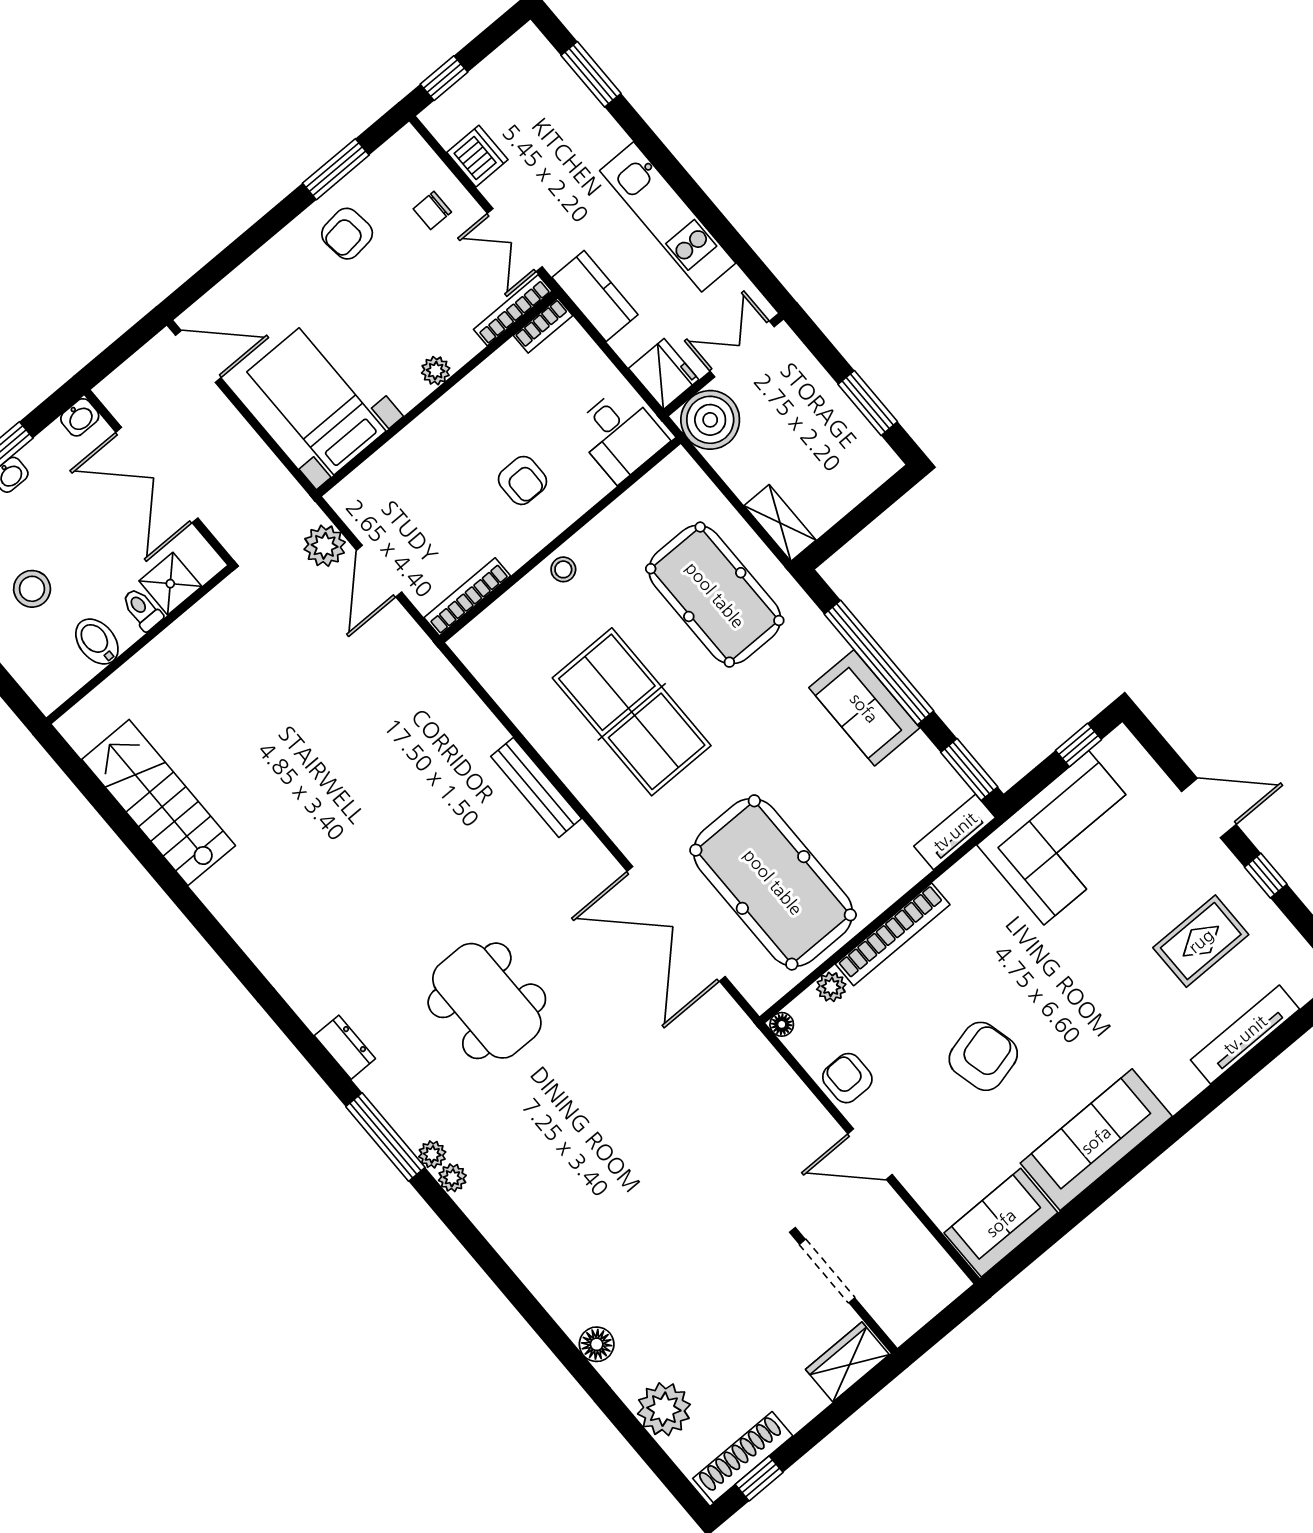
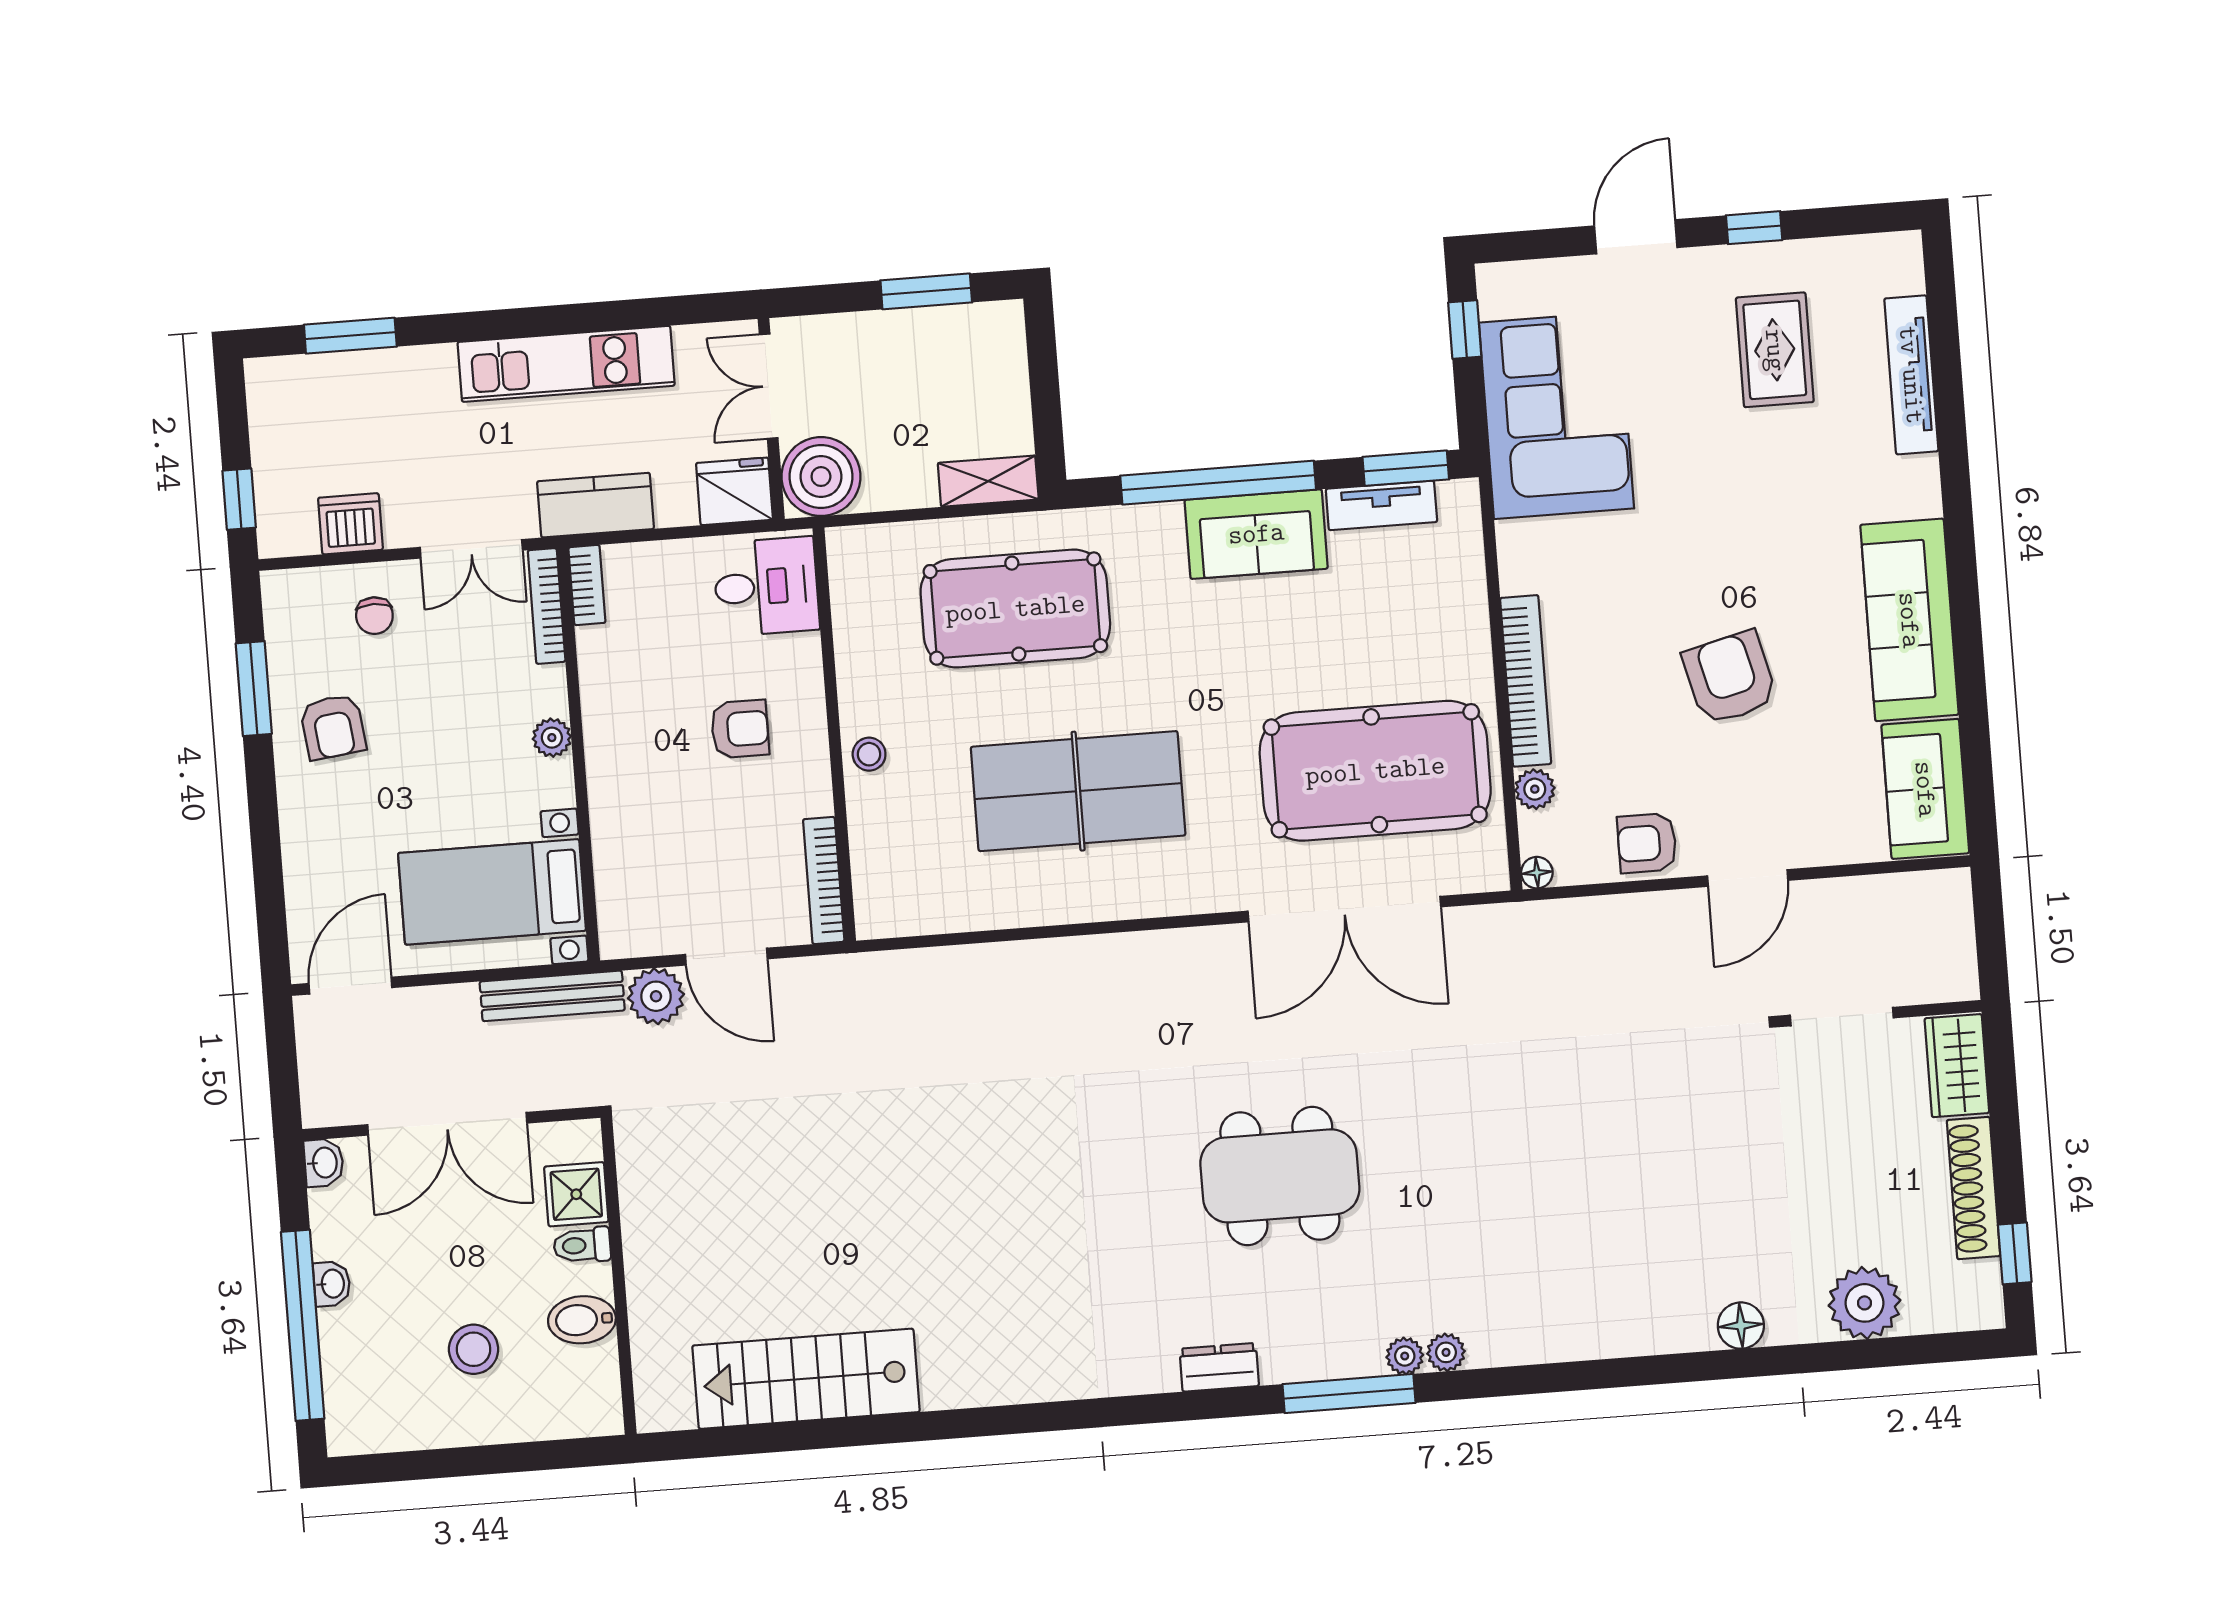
bench: (536, 787) -> (552, 996), moved
tv unit: (955, 832) -> (1381, 505), moved, turned -90
shoe rack: (743, 1457) -> (1973, 1188), moved

